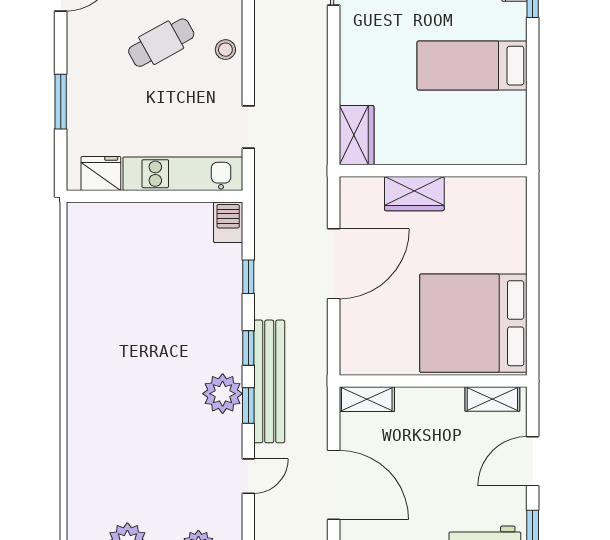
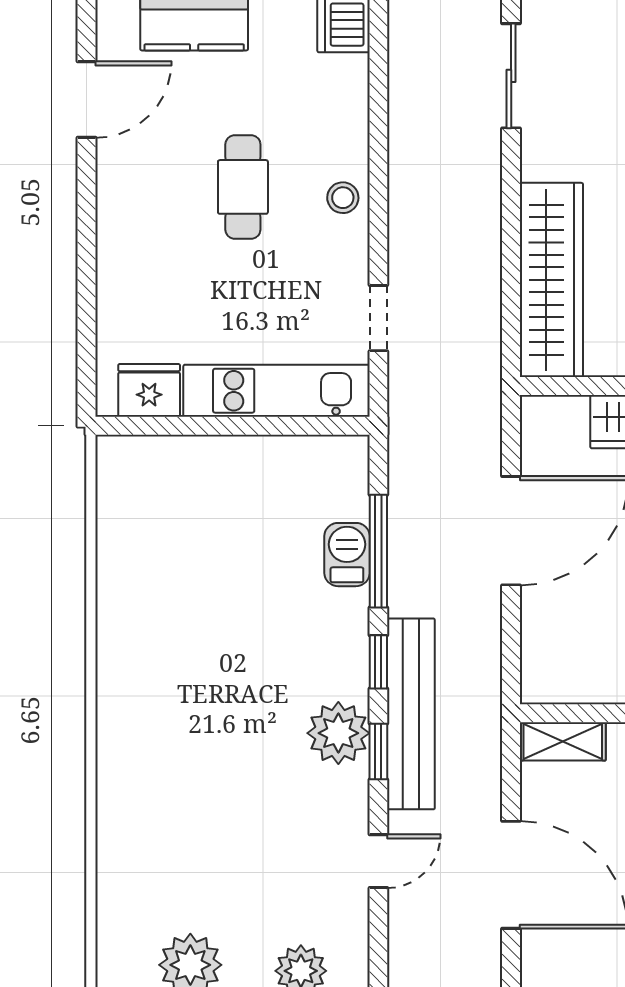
cafe table: (161, 43) -> (243, 187), turned -61
window: (61, 102) -> (86, 279), removed
wardrobe: (357, 135) -> (551, 280), width x2.10, depth x1.17
barbecue: (228, 222) -> (347, 555), moved
window: (248, 277) -> (378, 551), width x2.17

